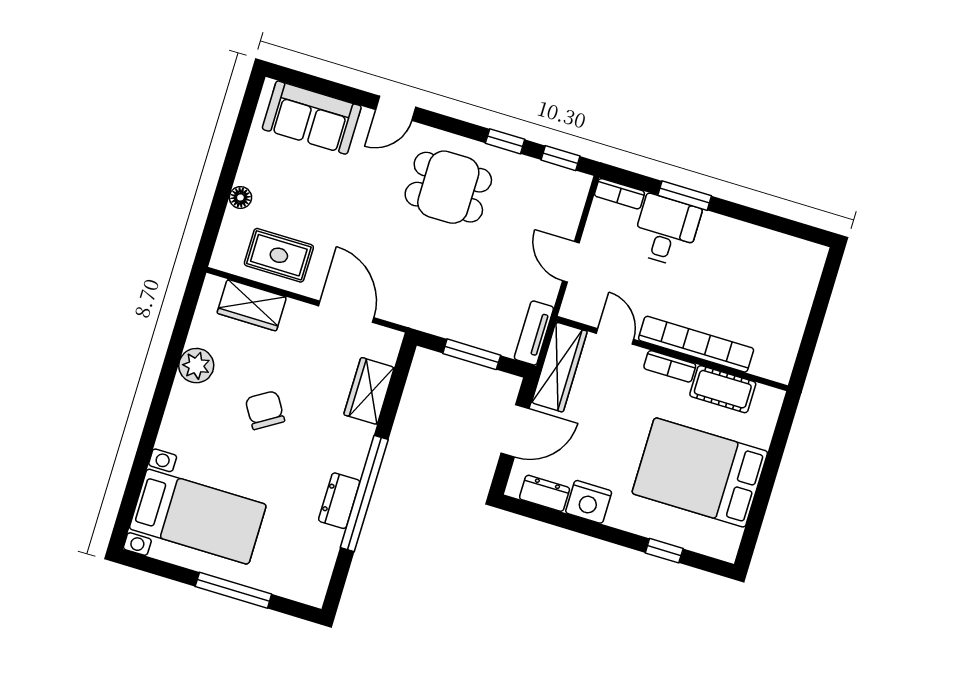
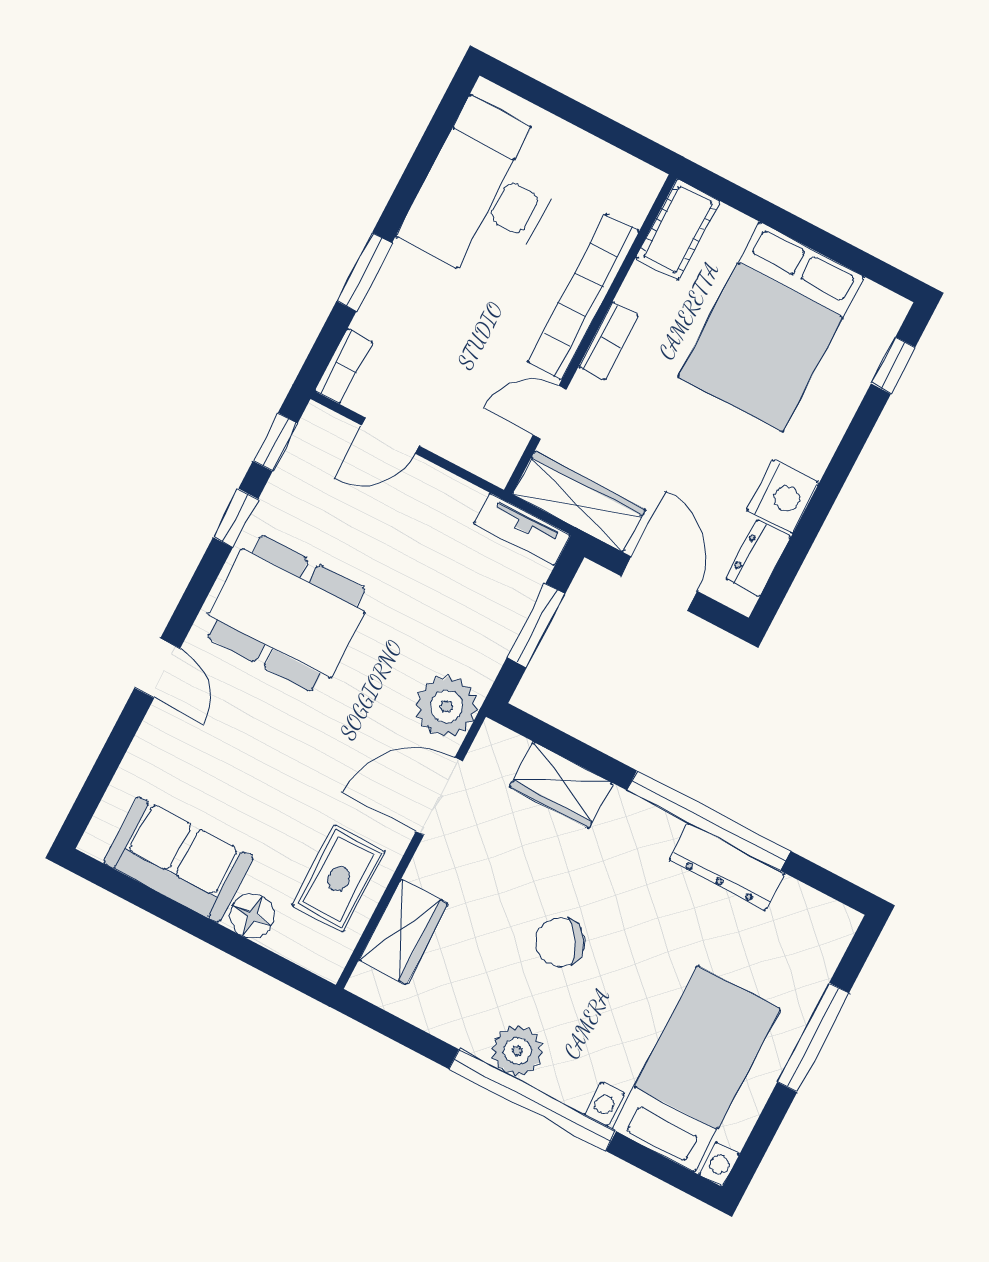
sofa: (312, 118) -> (178, 860), moved, turned -90
dining table: (448, 187) -> (286, 613), width x1.38
floor lamp: (240, 198) -> (252, 916), width x1.37, depth x1.37
desk: (666, 230) -> (486, 193), moved, width x1.87, depth x1.30
door: (571, 262) -> (390, 436), moved
plant: (407, 305) -> (446, 706), added
plant: (196, 366) -> (517, 1051), moved
cot: (723, 389) -> (678, 229), moved
window: (156, 412) -> (532, 1100), added
dresser: (339, 501) -> (727, 867), width x1.44
window: (664, 551) -> (893, 365), moved

